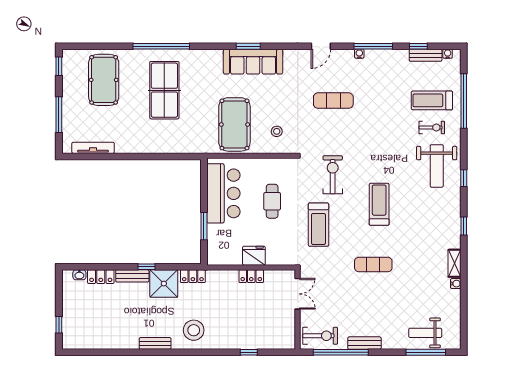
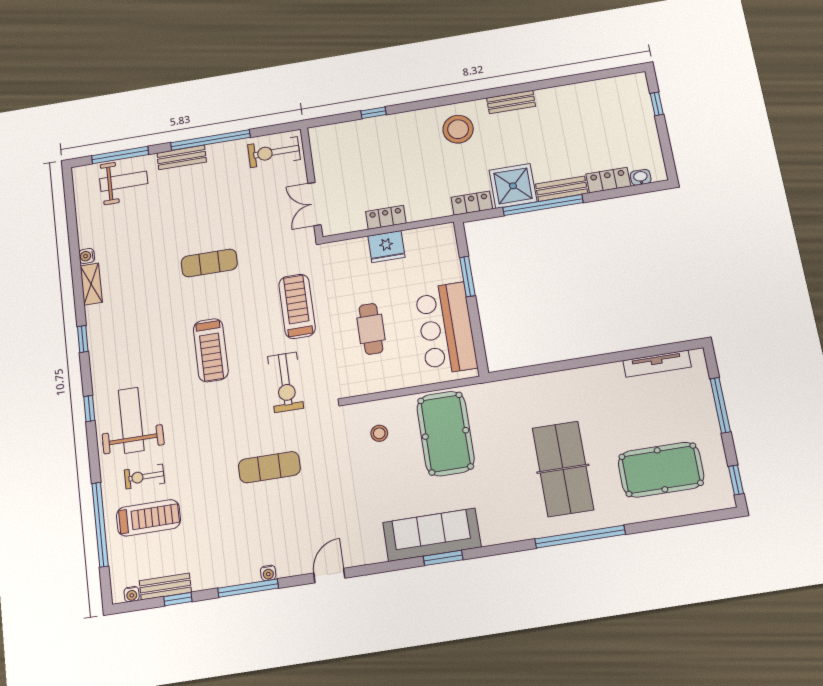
pool table: (104, 80) -> (661, 470), turned 90
exercise mat: (333, 101) -> (269, 467), moved
window: (146, 267) -> (543, 205), width x3.17
bench: (364, 343) -> (182, 157), moved
window: (341, 352) -> (210, 140), moved

